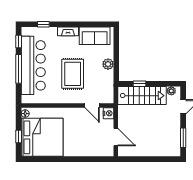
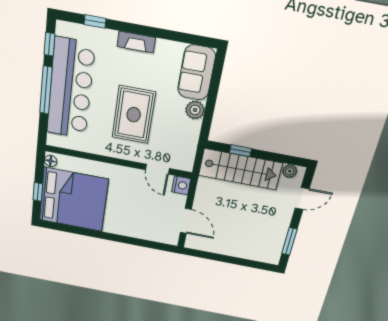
sofa: (95, 36) -> (196, 73), moved, turned 90

